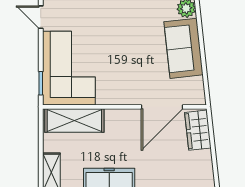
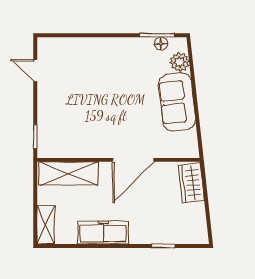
corner sofa: (69, 68) -> (63, 121), removed
door: (162, 107) -> (133, 160), moved

